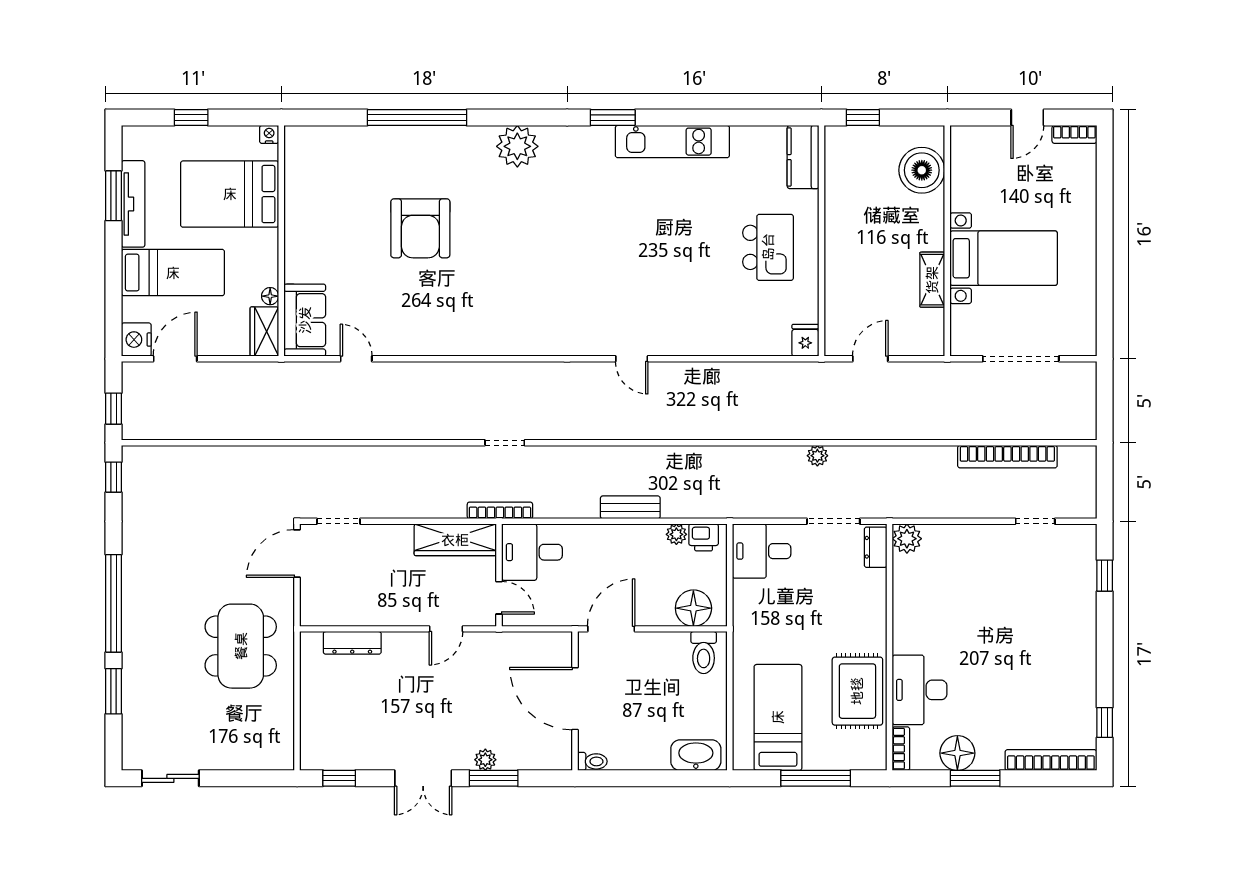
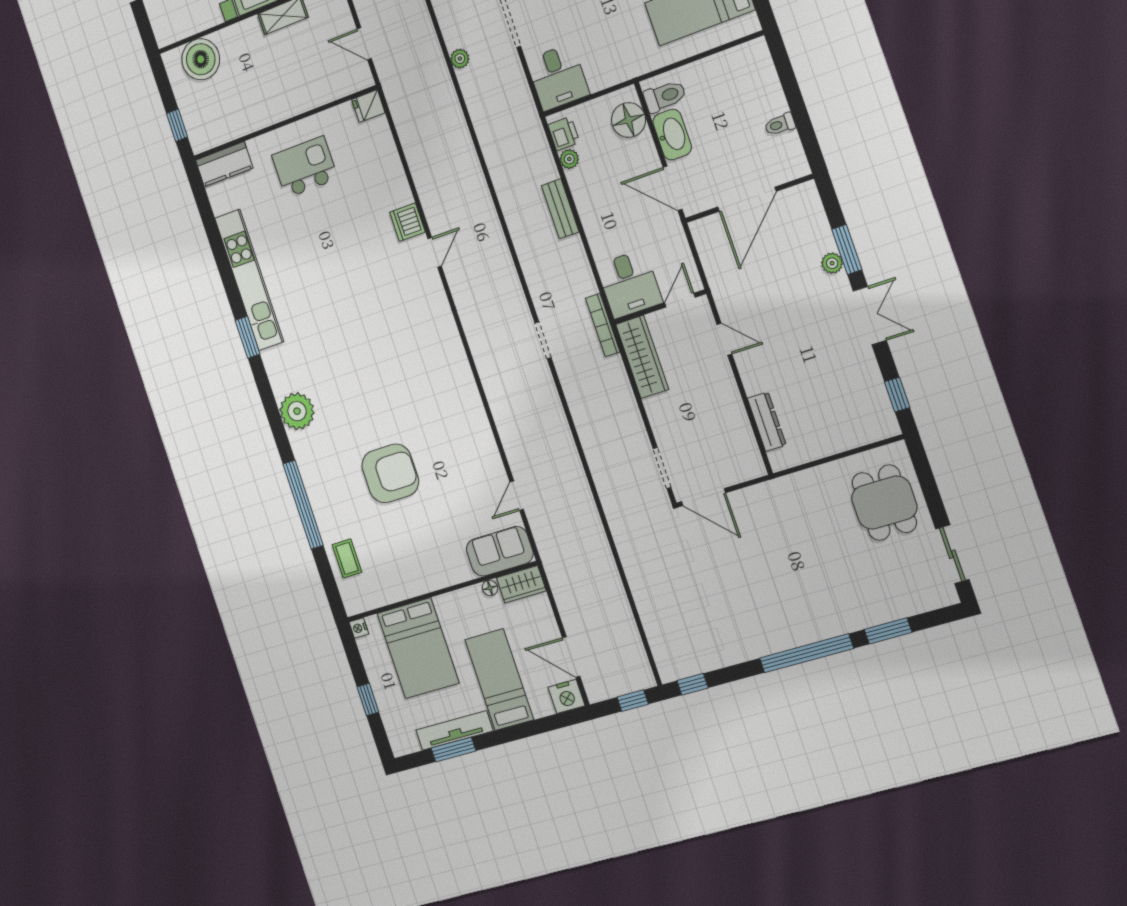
kitchen unit: (672, 142) -> (249, 280), width x1.36
coffee table: (346, 147) -> (347, 558), added
dishwasher: (672, 340) -> (407, 222), added
dining table: (241, 646) -> (884, 503), moved, width x0.73
washbasin: (696, 755) -> (672, 135), moved, turned 180
toilet: (592, 761) -> (780, 124), moved, turned -90

